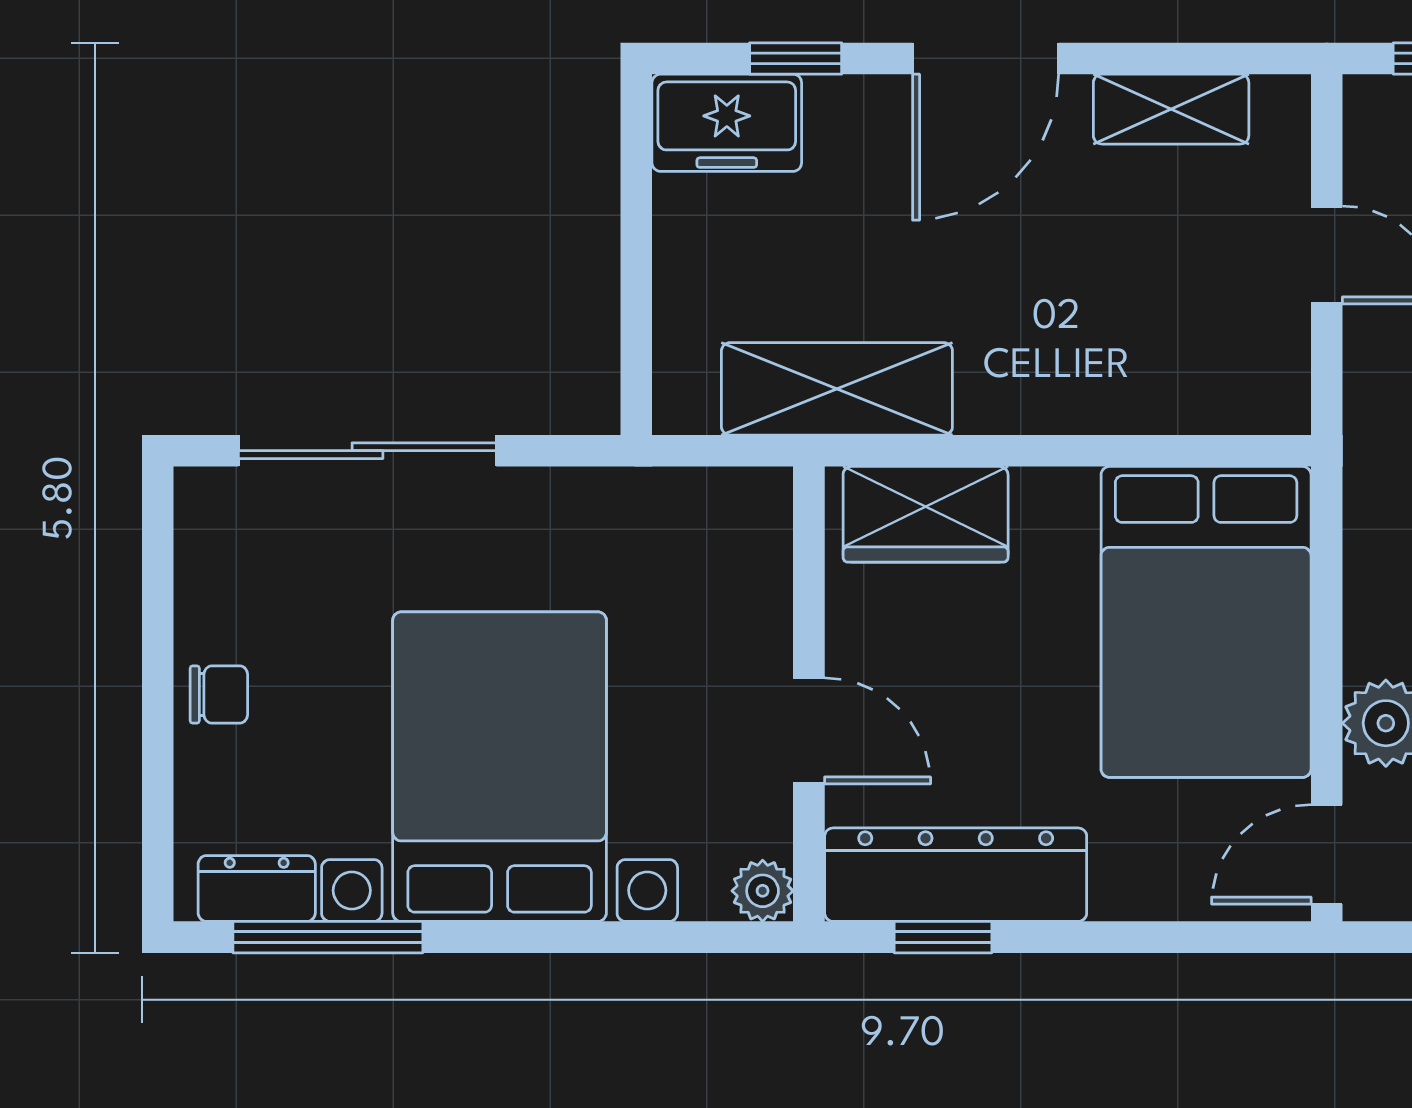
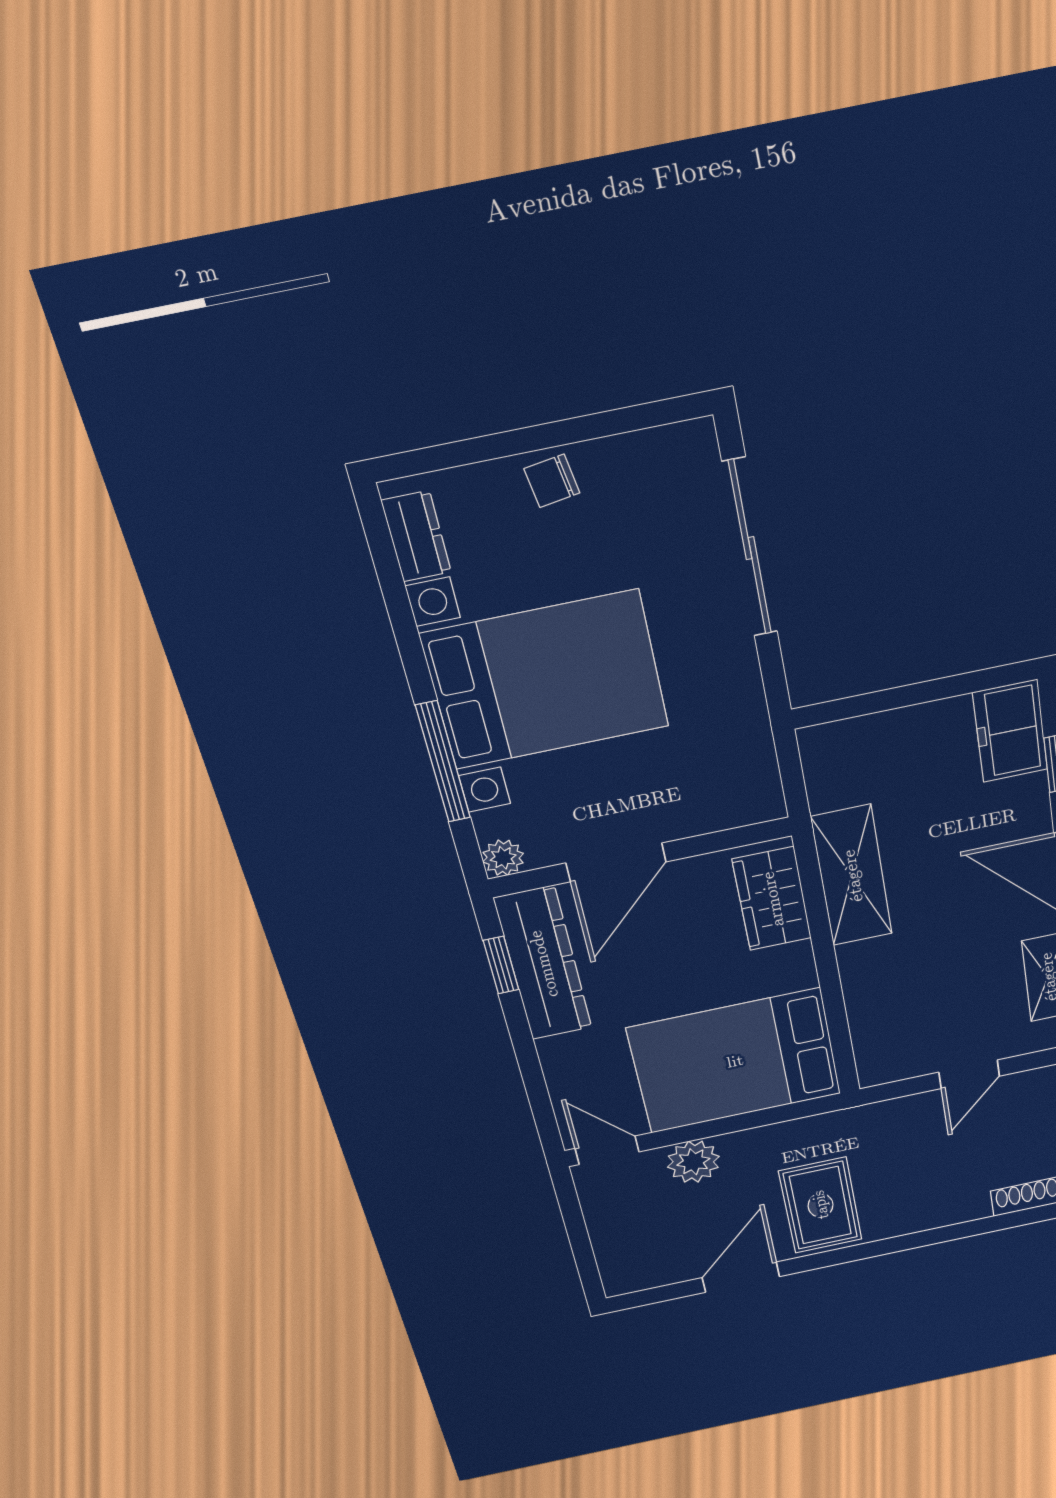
shelving: (837, 389) -> (852, 876), moved
chair: (219, 695) -> (552, 481), turned 81
door: (809, 731) -> (616, 862), width x1.38
window: (328, 937) -> (443, 762), moved

